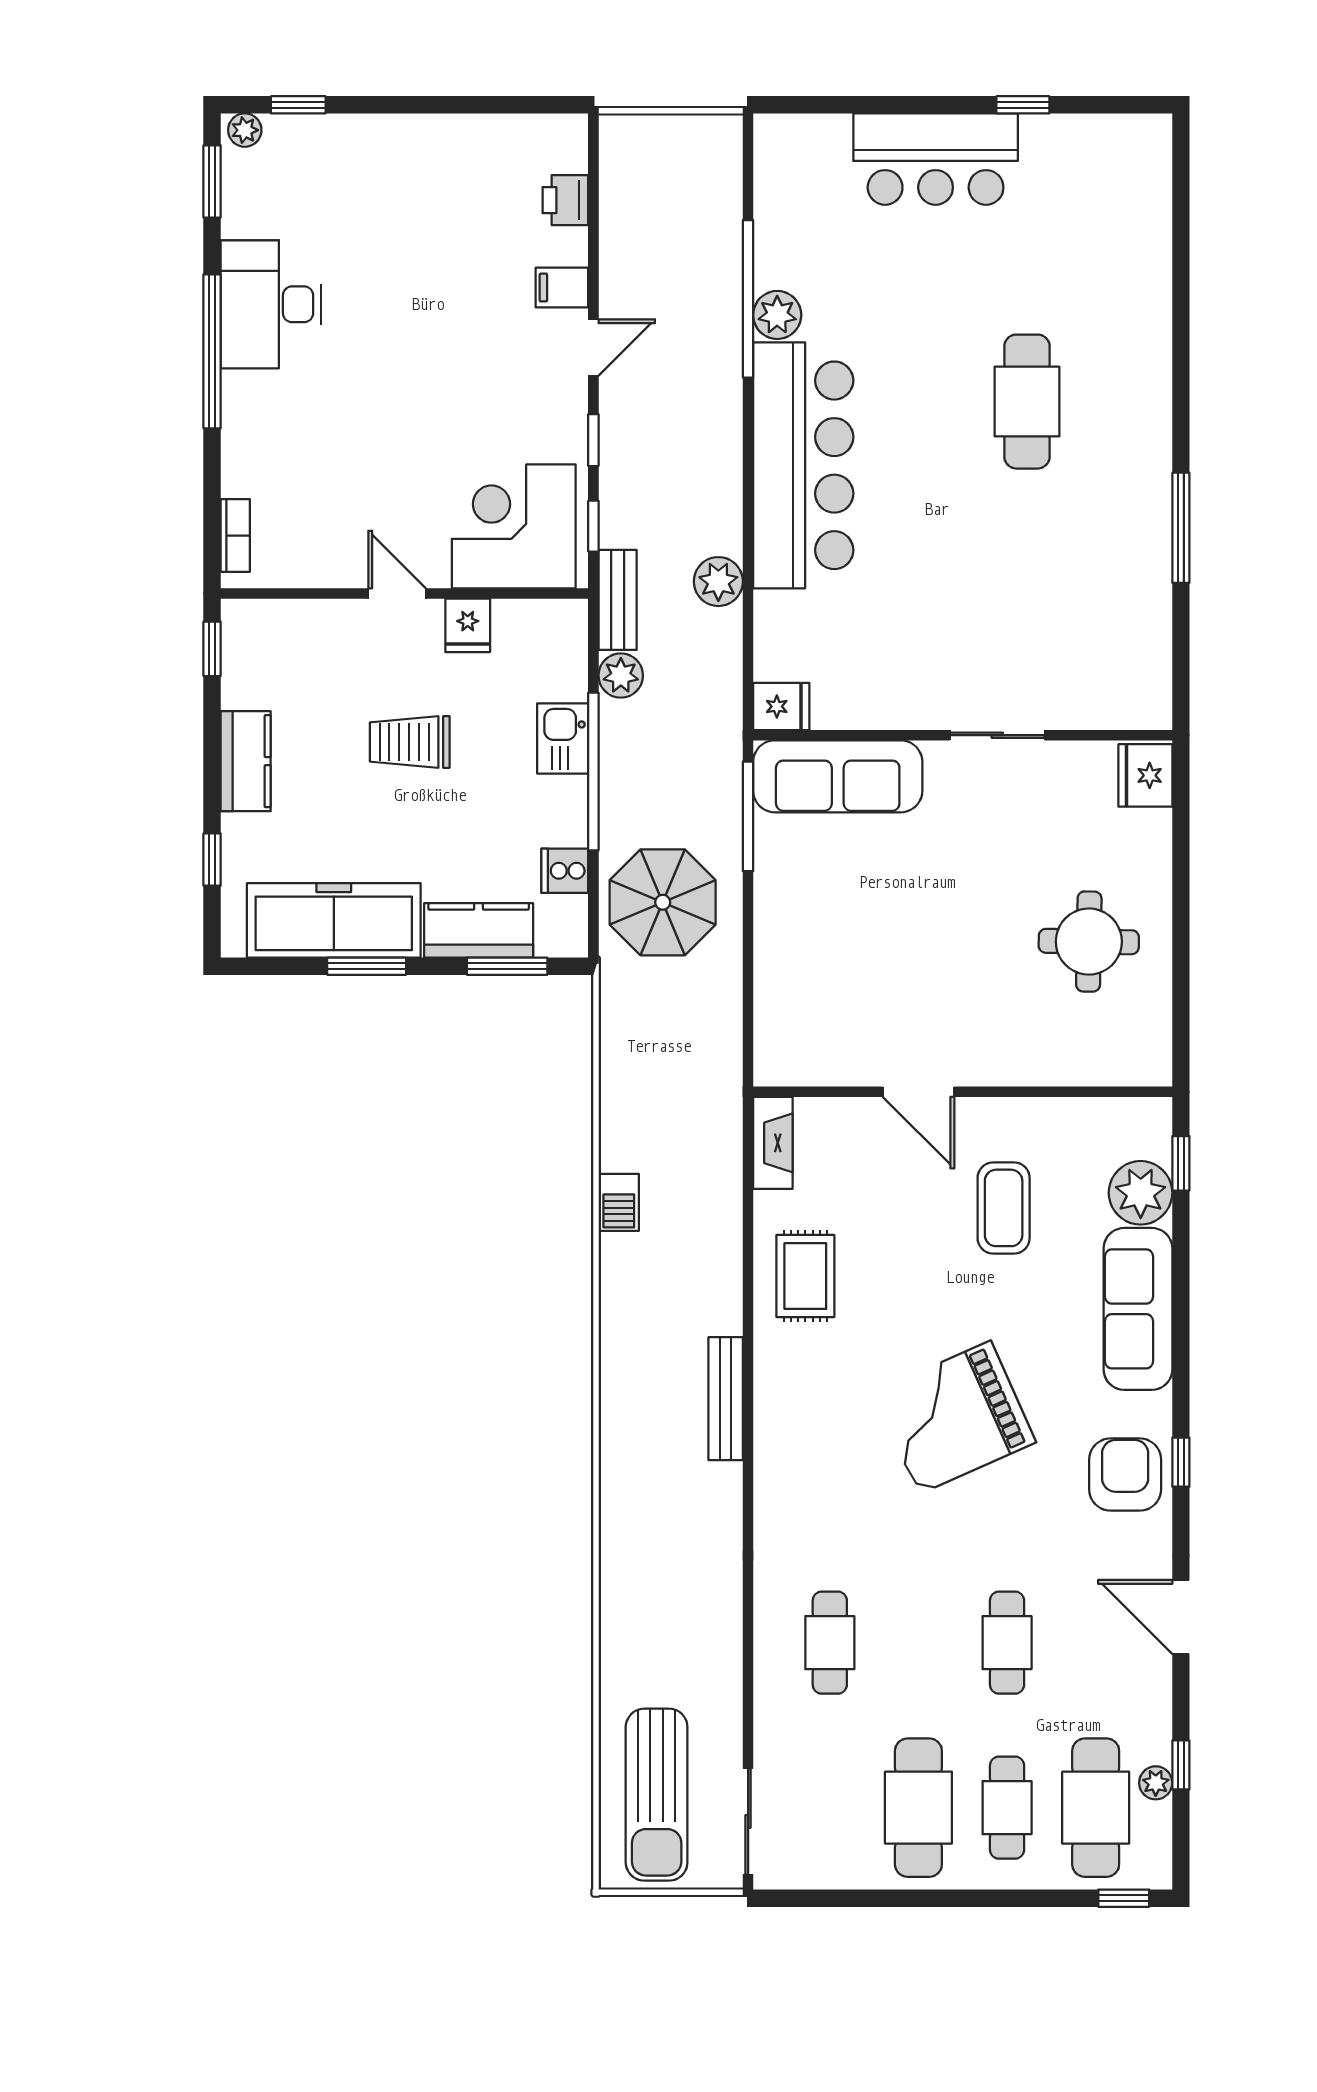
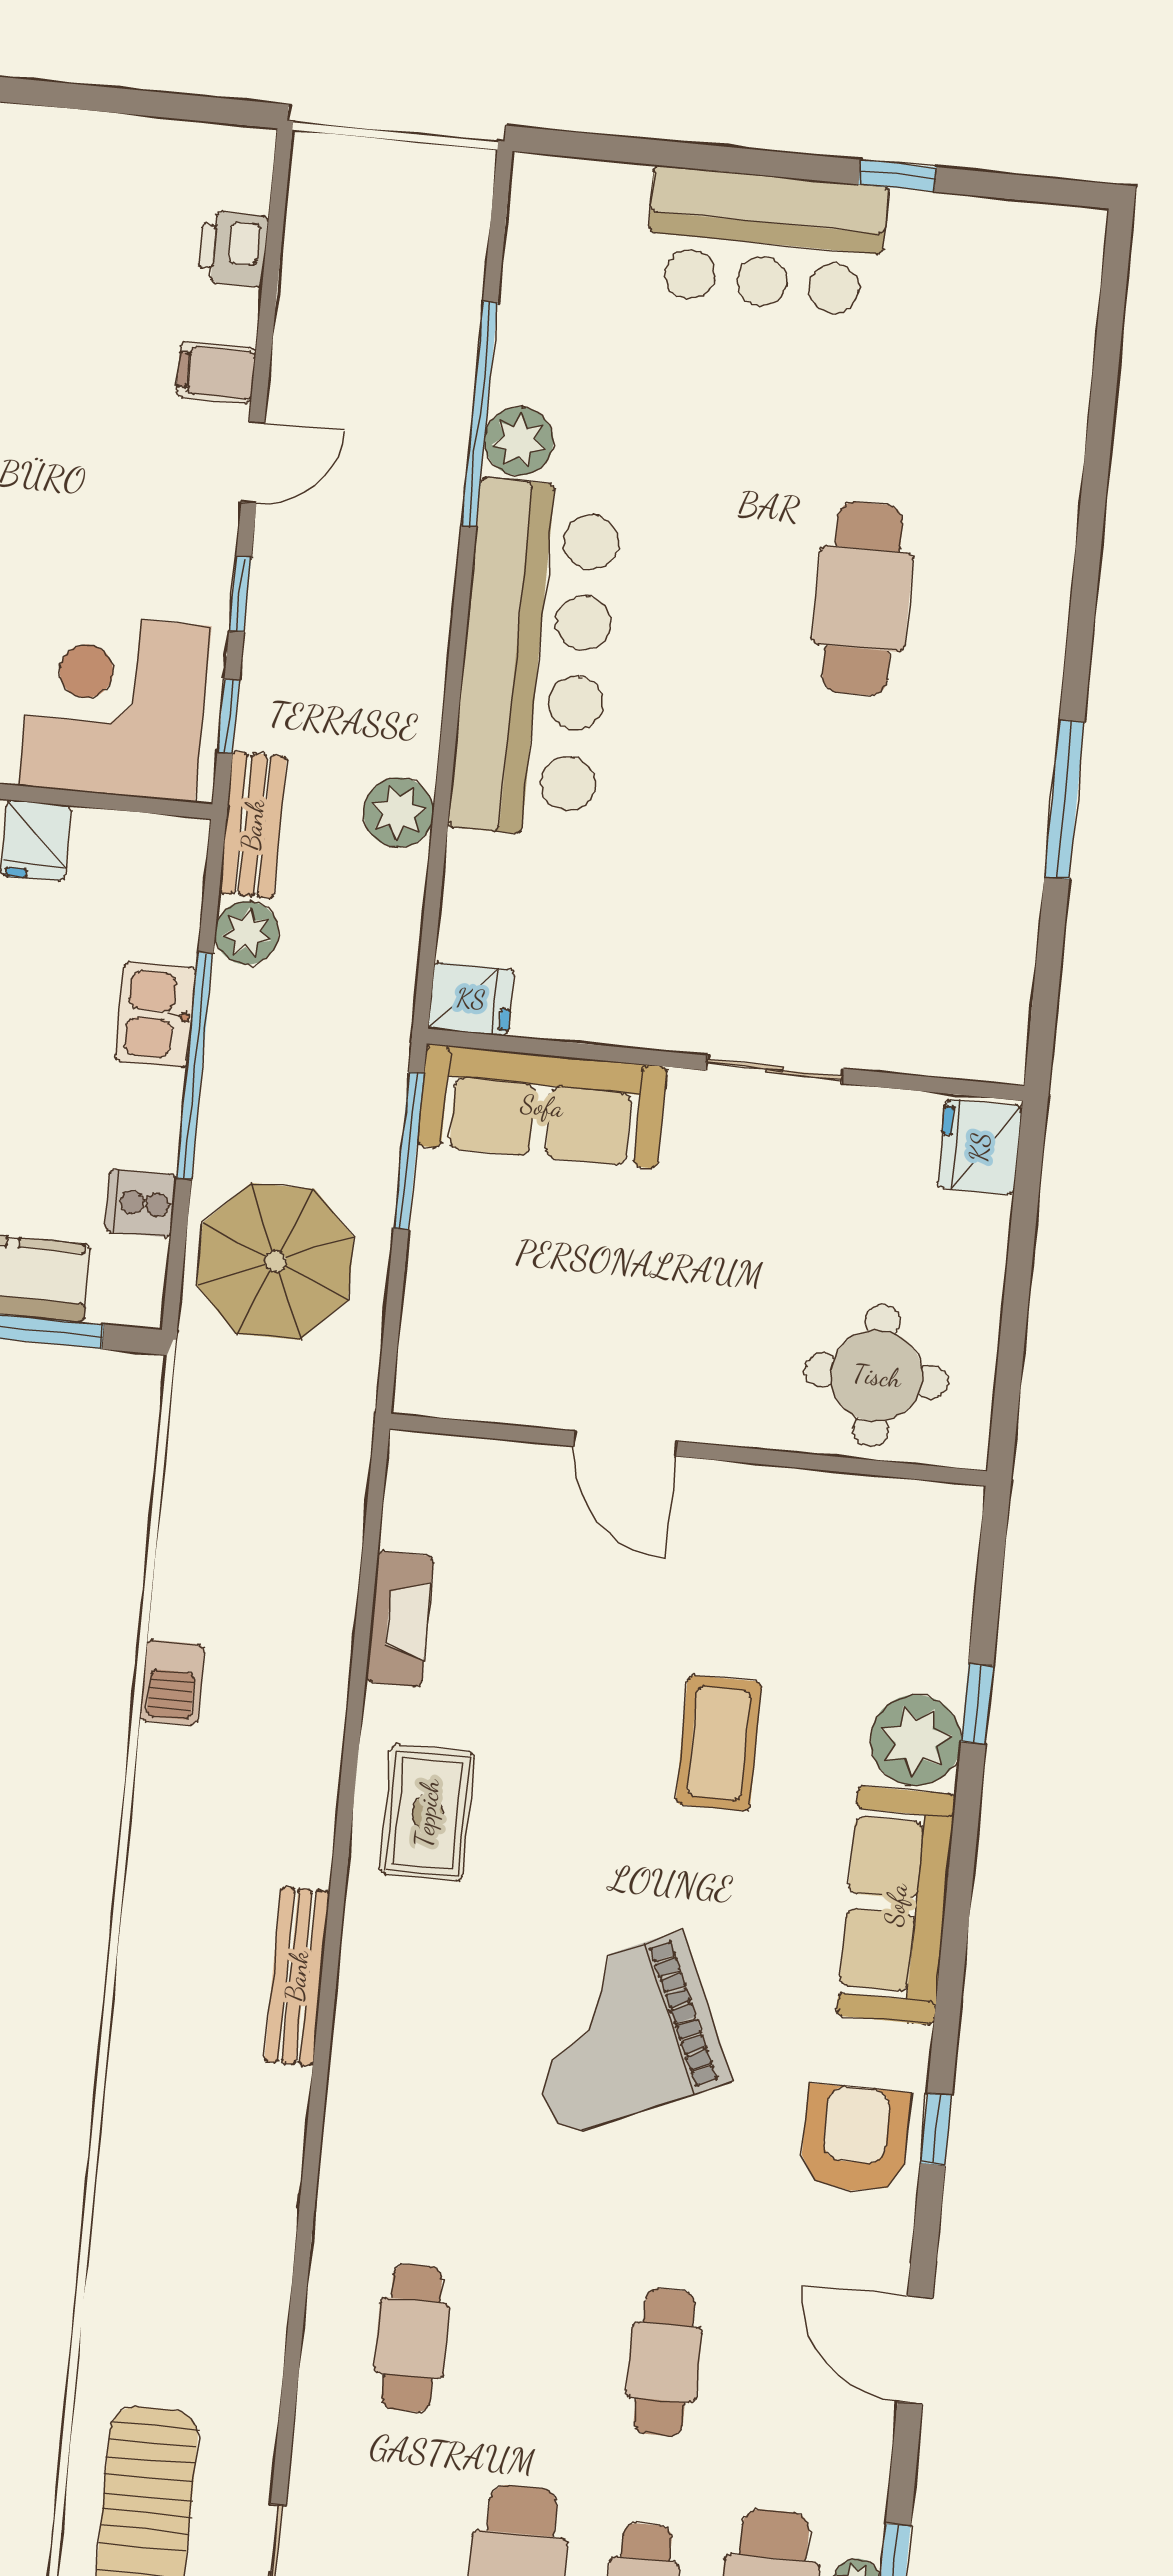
door: (918, 1092) -> (625, 1444), moved
wall: (963, 1092) -> (688, 1450), moved

